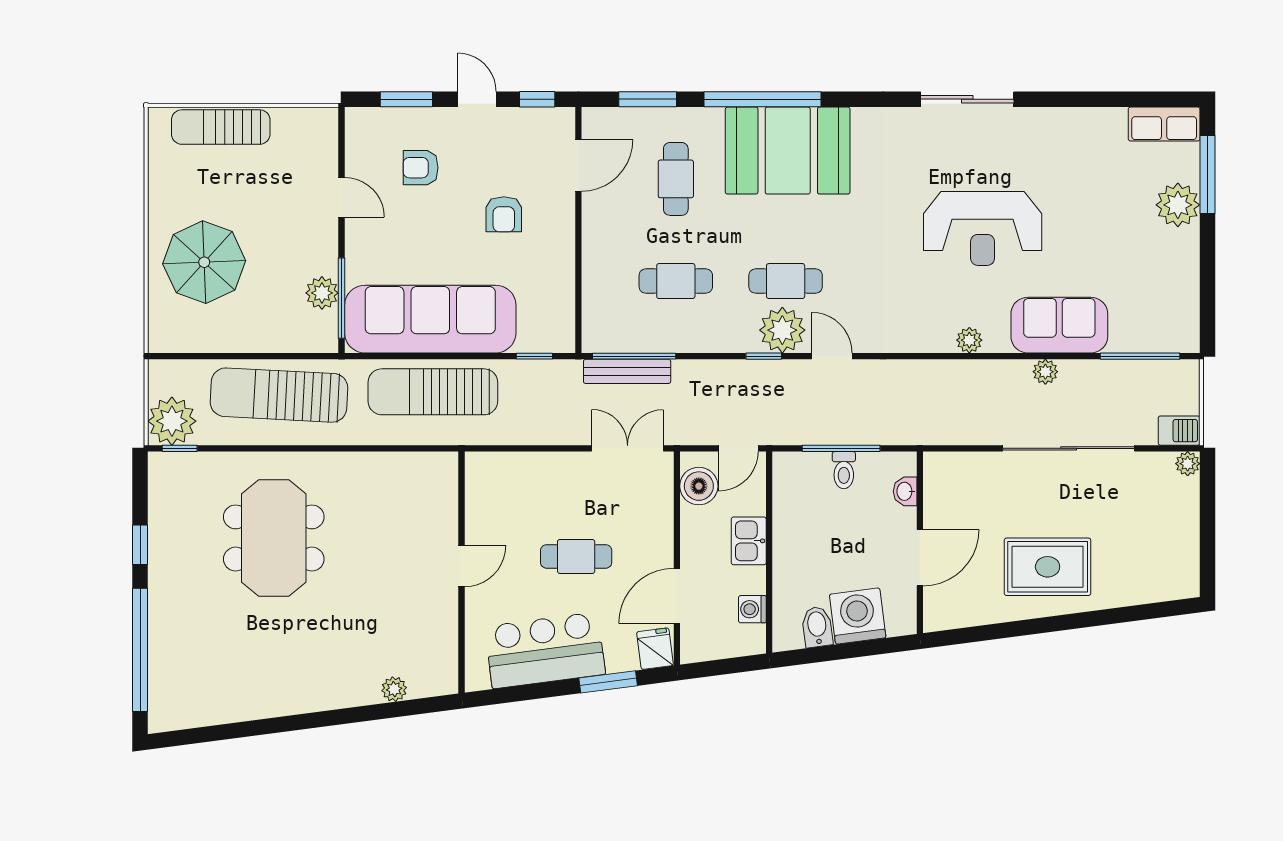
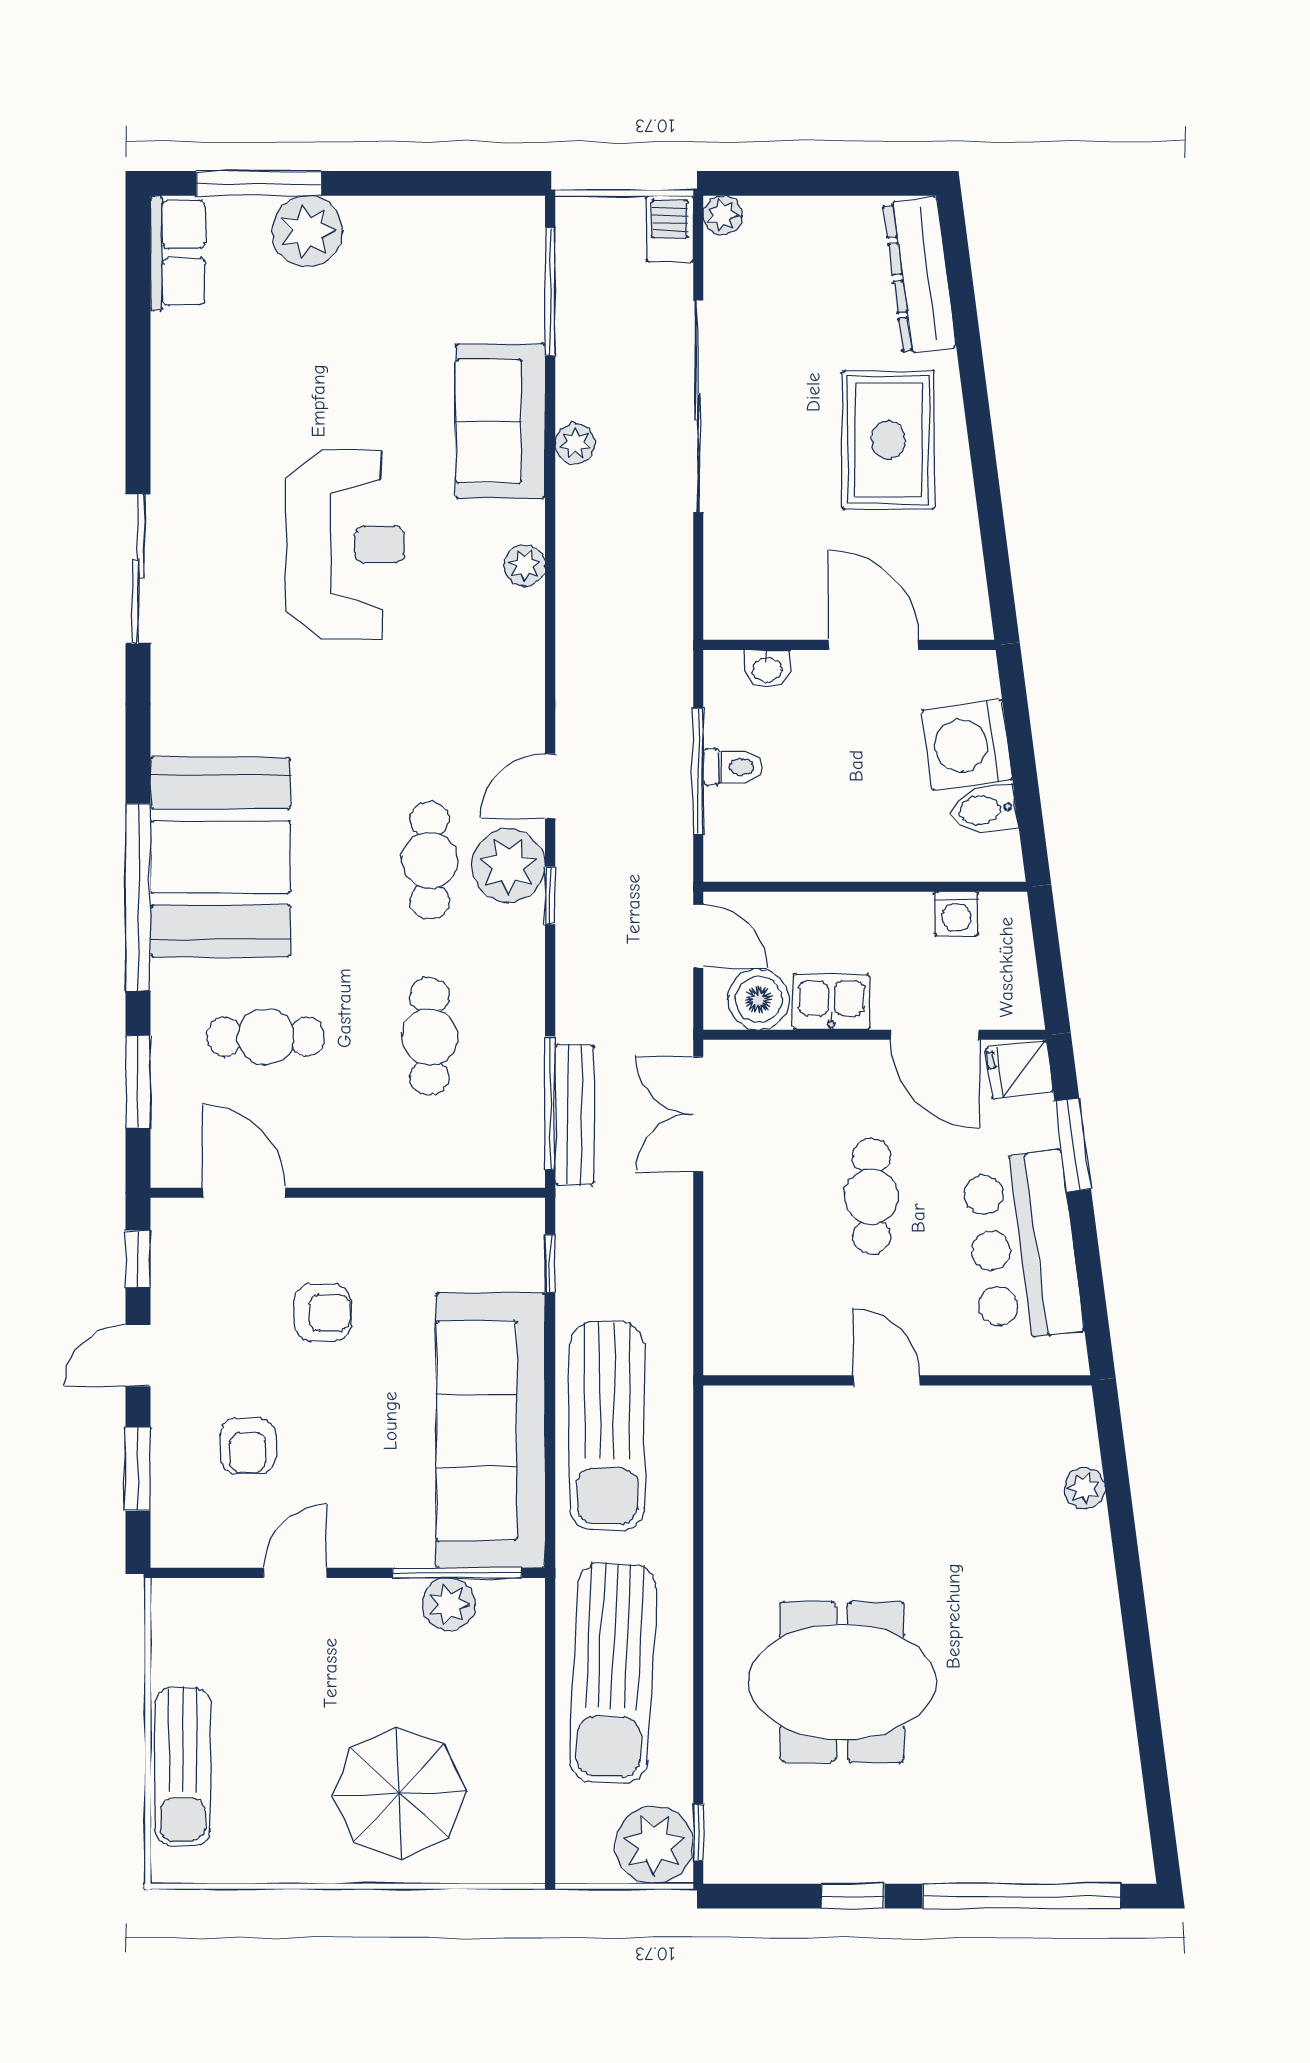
kitchen sink: (749, 541) -> (831, 1002), moved, turned 180
dresser: (1150, 586) -> (920, 275), added

